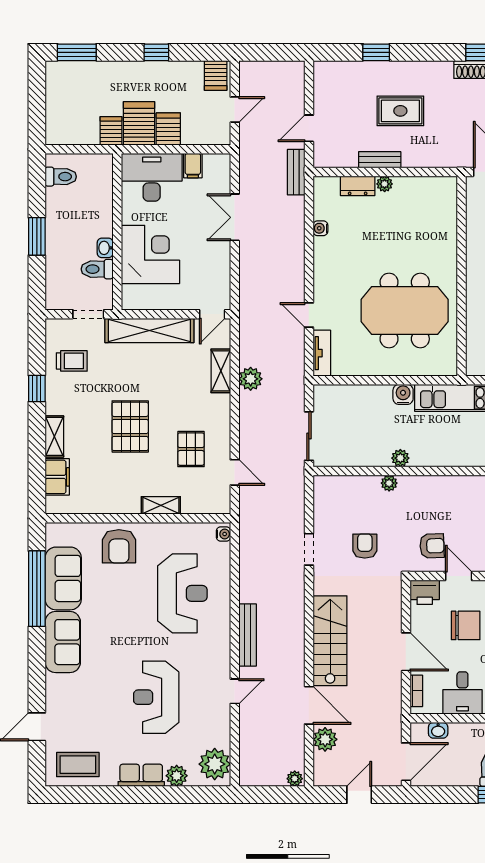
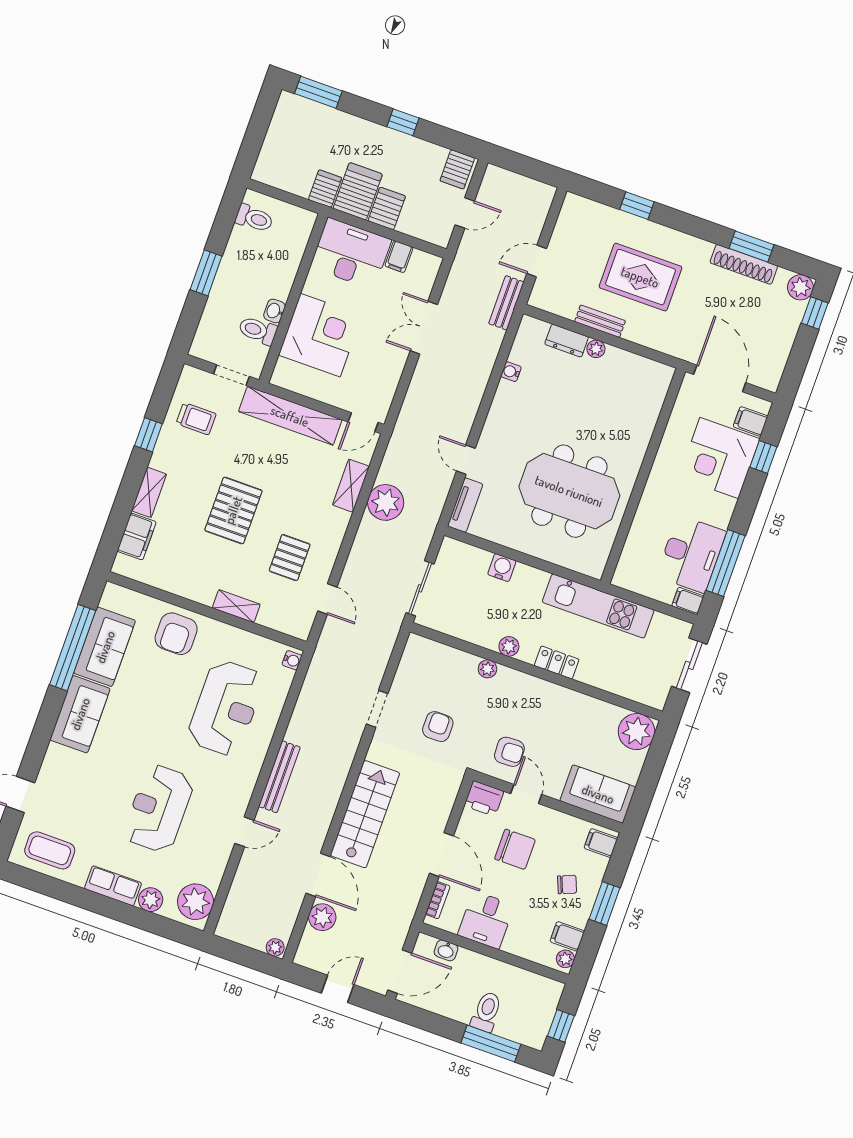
rug: (400, 111) -> (640, 277), width x1.36, depth x1.43
plant: (251, 379) -> (386, 502), width x1.36, depth x1.36
water cooler: (403, 394) -> (502, 568), moved
locker: (445, 457) -> (557, 662), added

